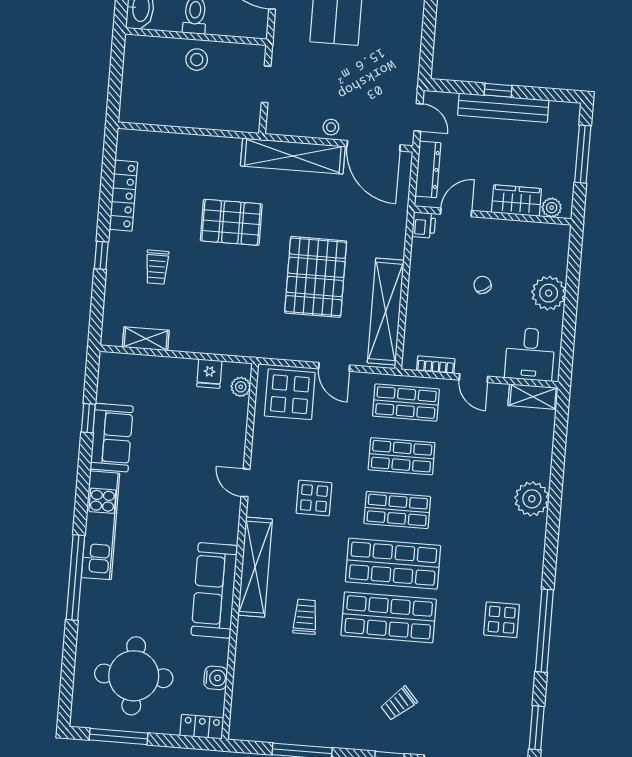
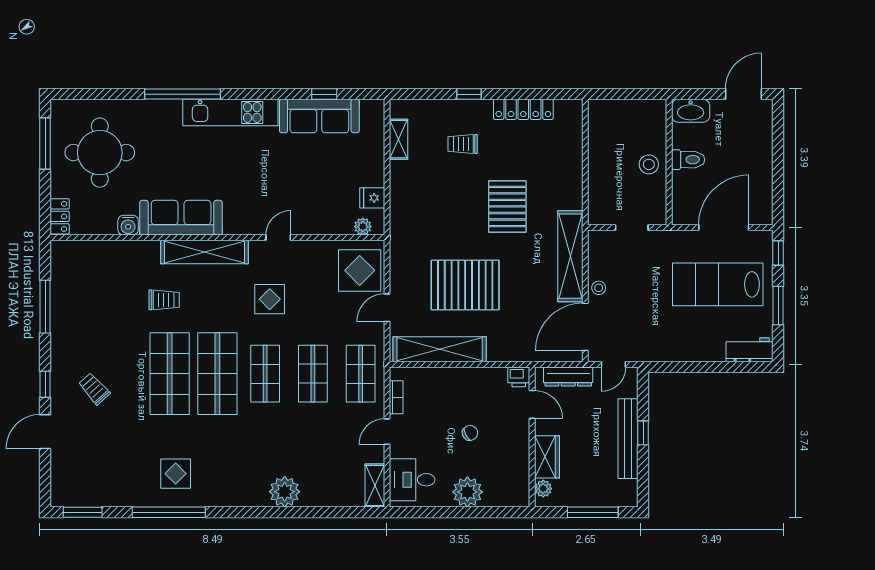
sofa: (112, 438) -> (319, 116), width x1.36
water cooler: (216, 678) -> (128, 225), moved

